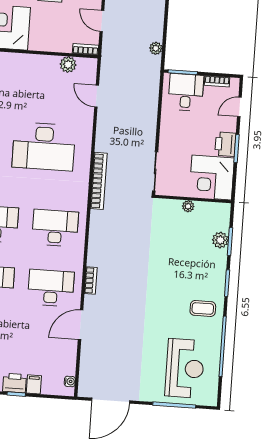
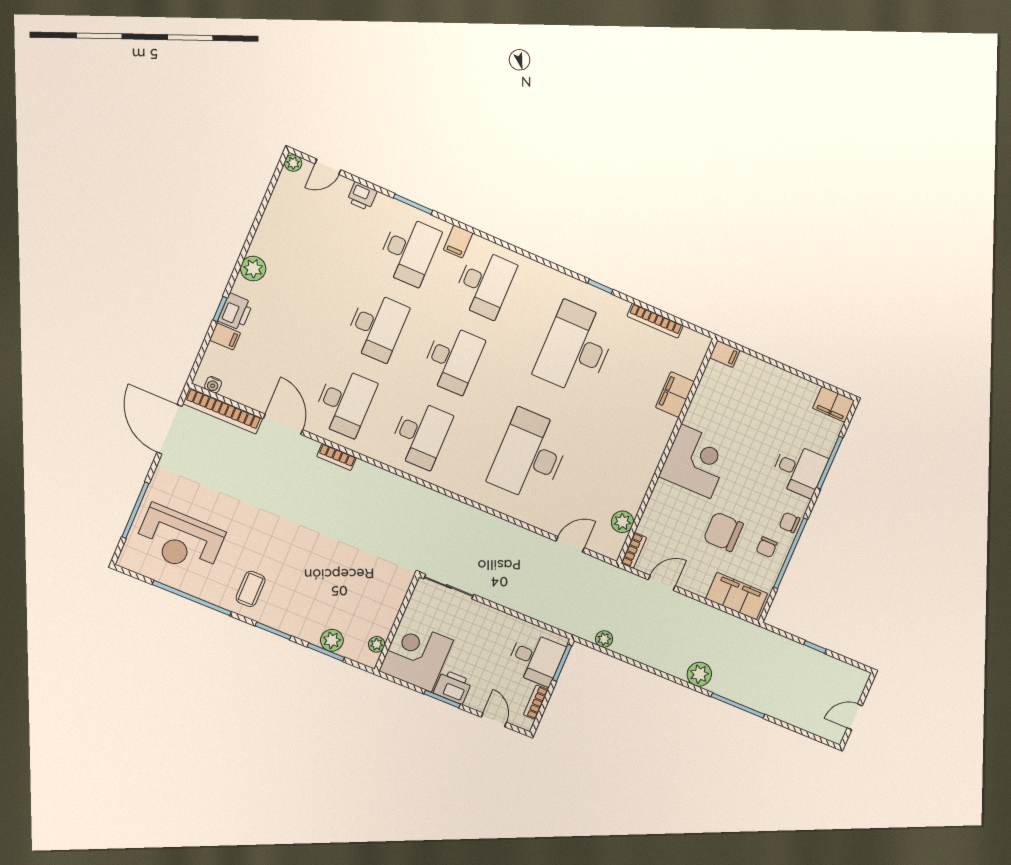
bookcase: (99, 181) -> (223, 411), moved
plant: (188, 206) -> (377, 644), moved

